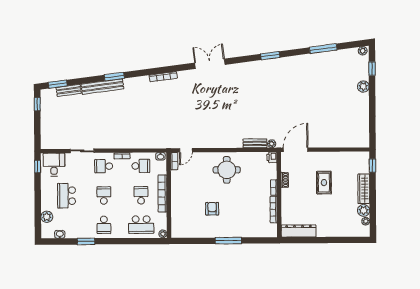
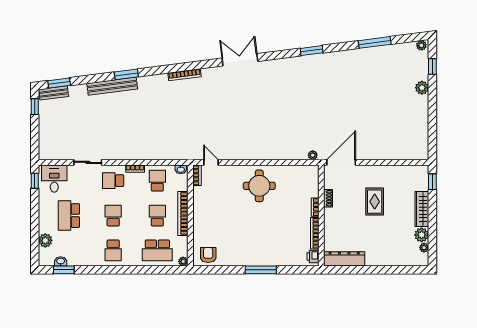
bench: (69, 90) -> (54, 93), moved
bench: (255, 143) -> (293, 155), removed
door: (186, 150) -> (211, 162), swing flipped
printer: (272, 157) -> (313, 256), moved
school desk: (141, 166) -> (157, 181), turned -90
armchair: (212, 209) -> (208, 255), moved
window: (86, 241) -> (64, 270), moved

